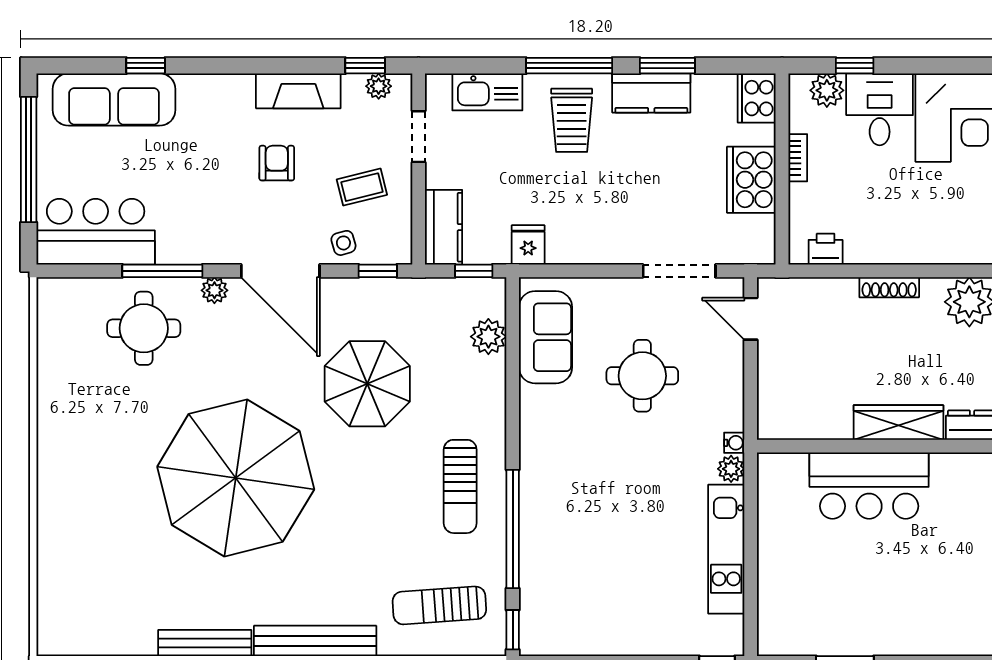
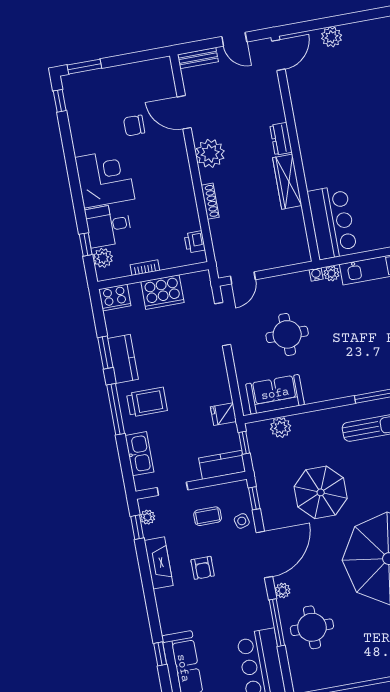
armchair: (277, 163) -> (203, 568), turned -90
coffee table: (362, 187) -> (208, 516), turned -76
bar counter: (869, 486) -> (332, 222), moved

